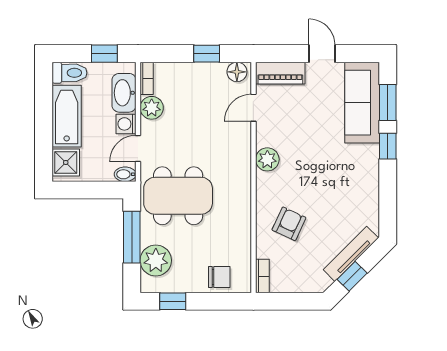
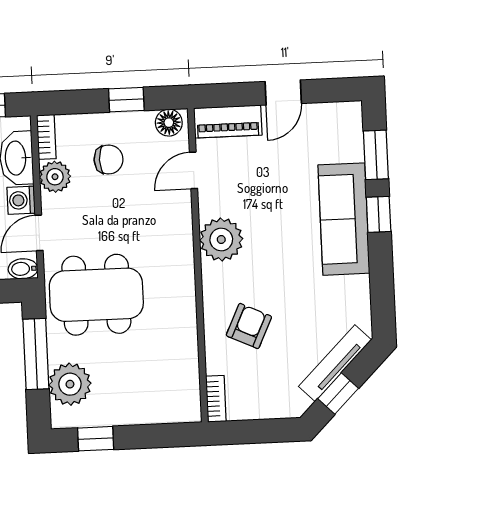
door: (322, 54) -> (283, 93), swing flipped
sofa: (362, 103) -> (344, 219), moved
plant: (267, 159) -> (221, 240), width x1.36, depth x1.36
chair: (219, 277) -> (109, 159), moved

